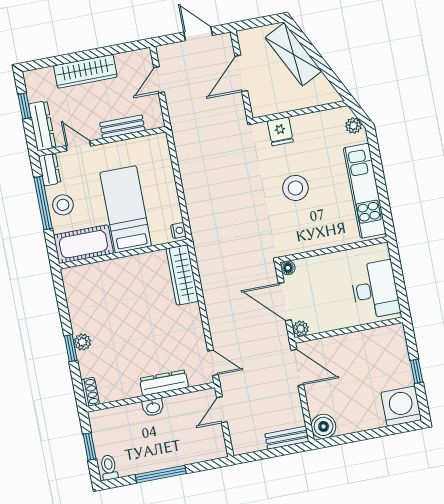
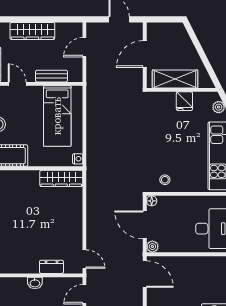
shelving: (293, 54) -> (175, 79), moved, turned -63
fridge: (280, 131) -> (184, 101), moved
stool: (295, 188) -> (165, 180), moved, width x0.53, depth x0.53
bed: (126, 209) -> (57, 116), moved, turned 180
wardrobe: (182, 275) -> (61, 178), moved, turned -90
dresser: (164, 383) -> (51, 267), width x0.70

